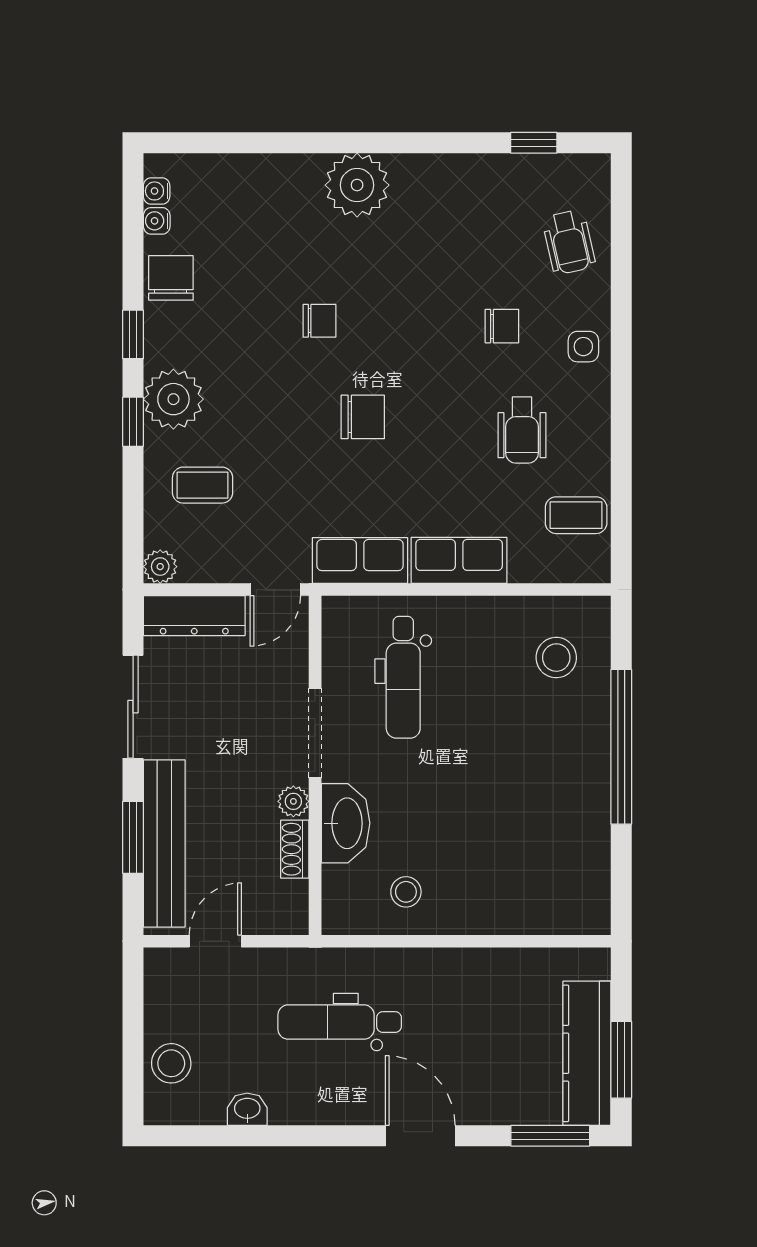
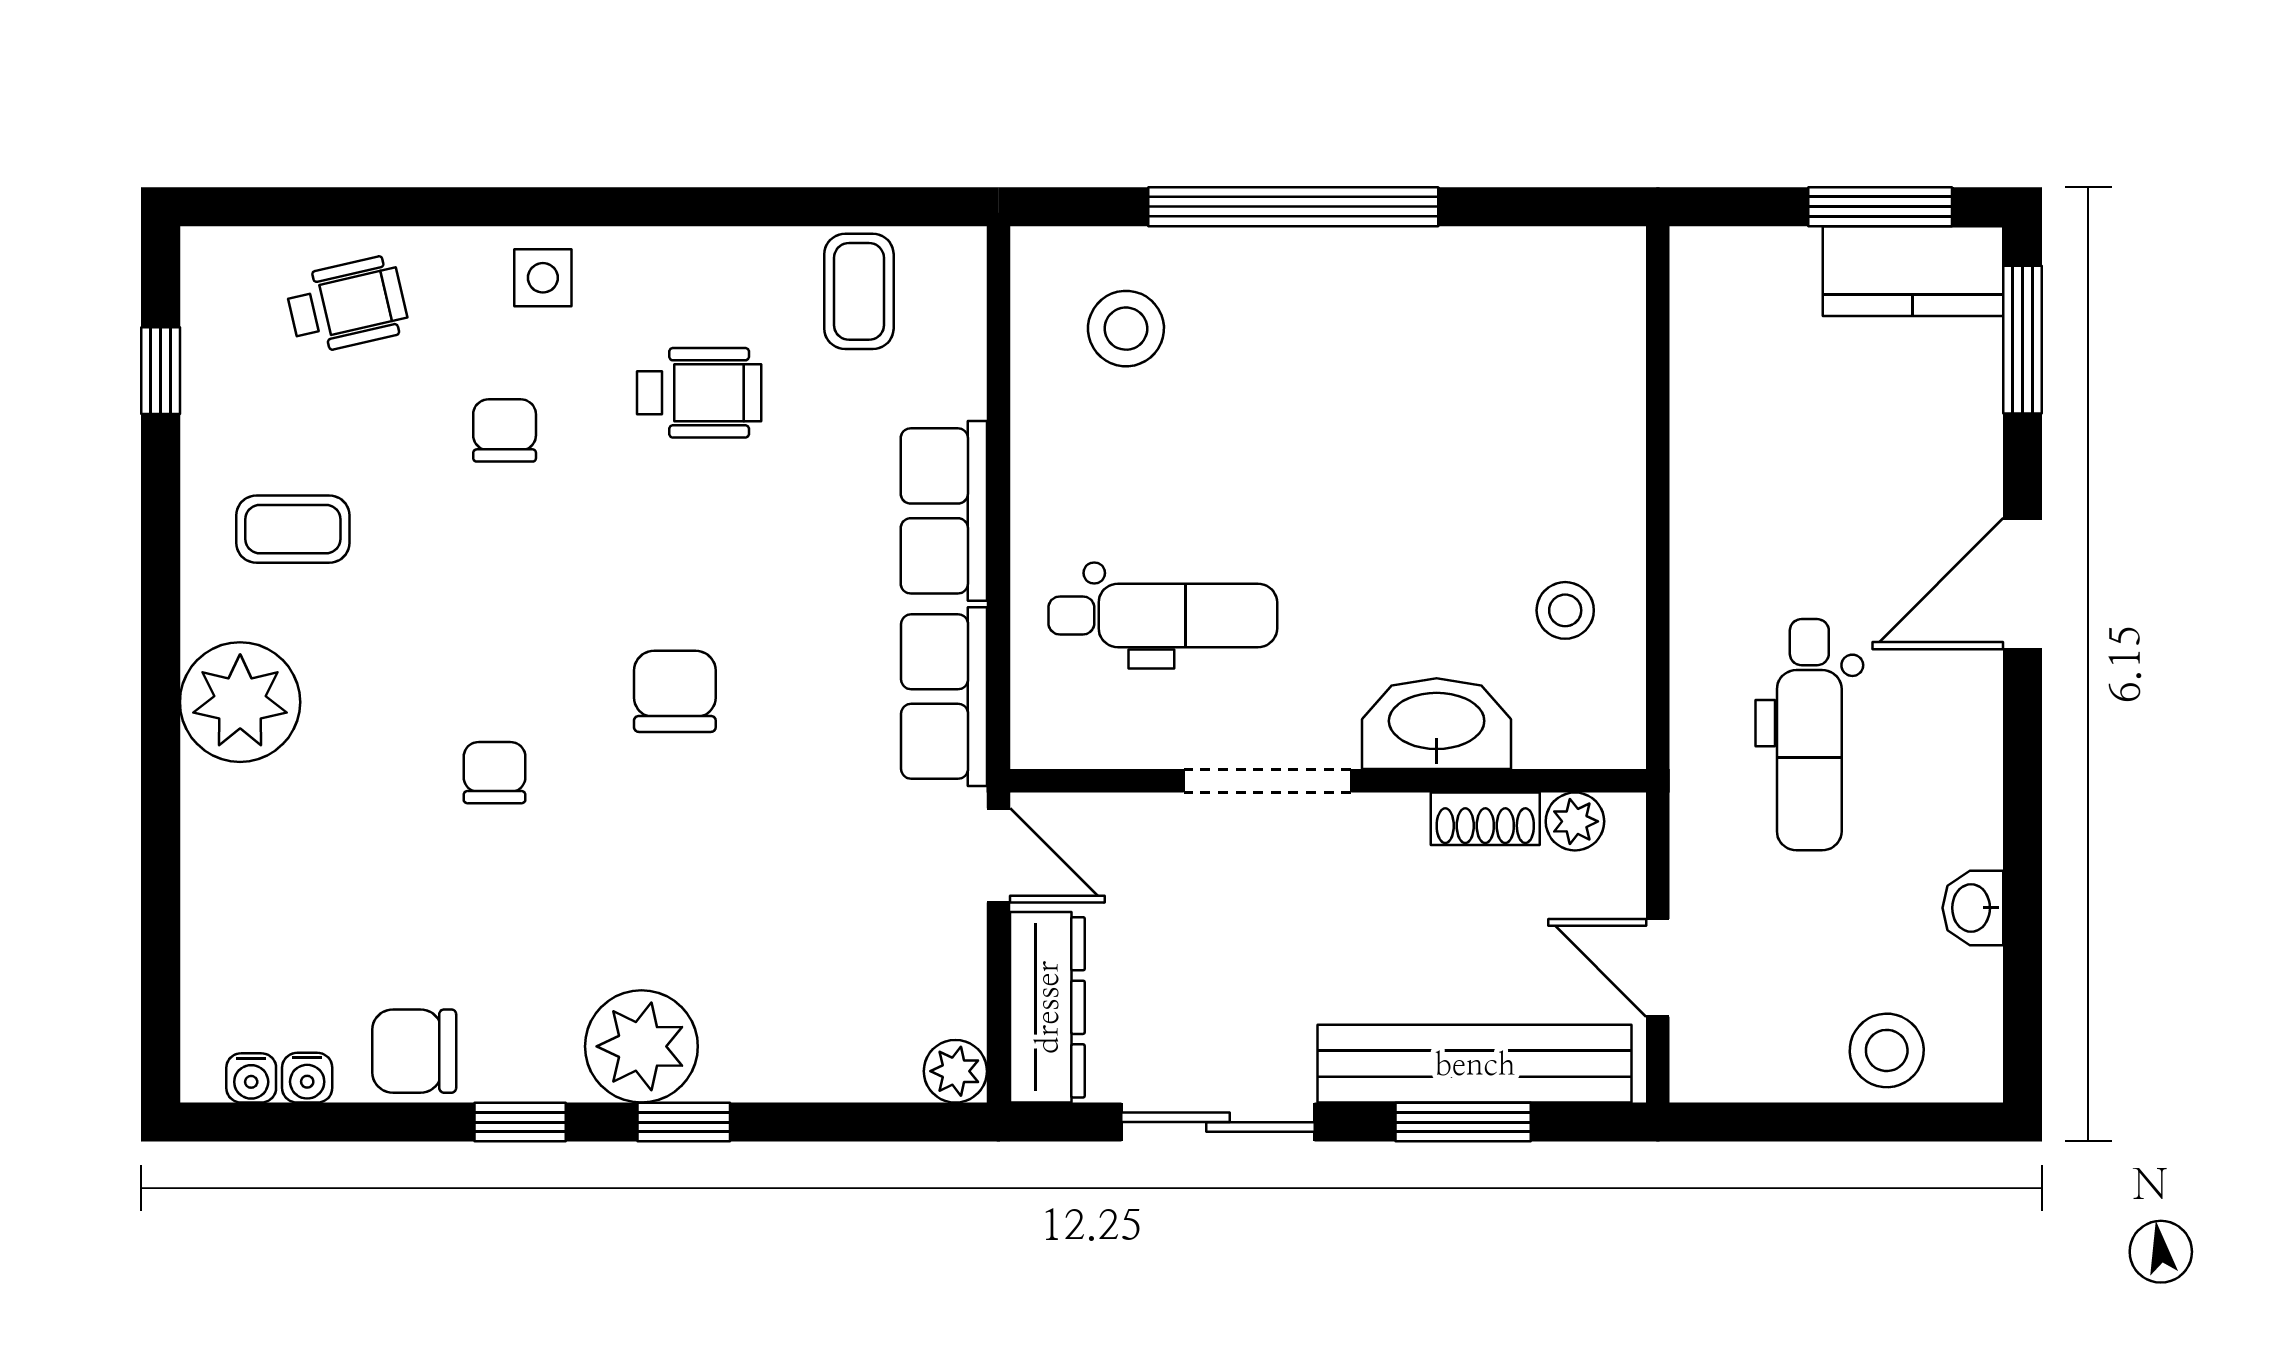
coffee table: (203, 485) -> (293, 529), moved, turned 90
plant: (293, 801) -> (1575, 821), moved
kitchen counter: (587, 1053) -> (1913, 271), width x0.67

